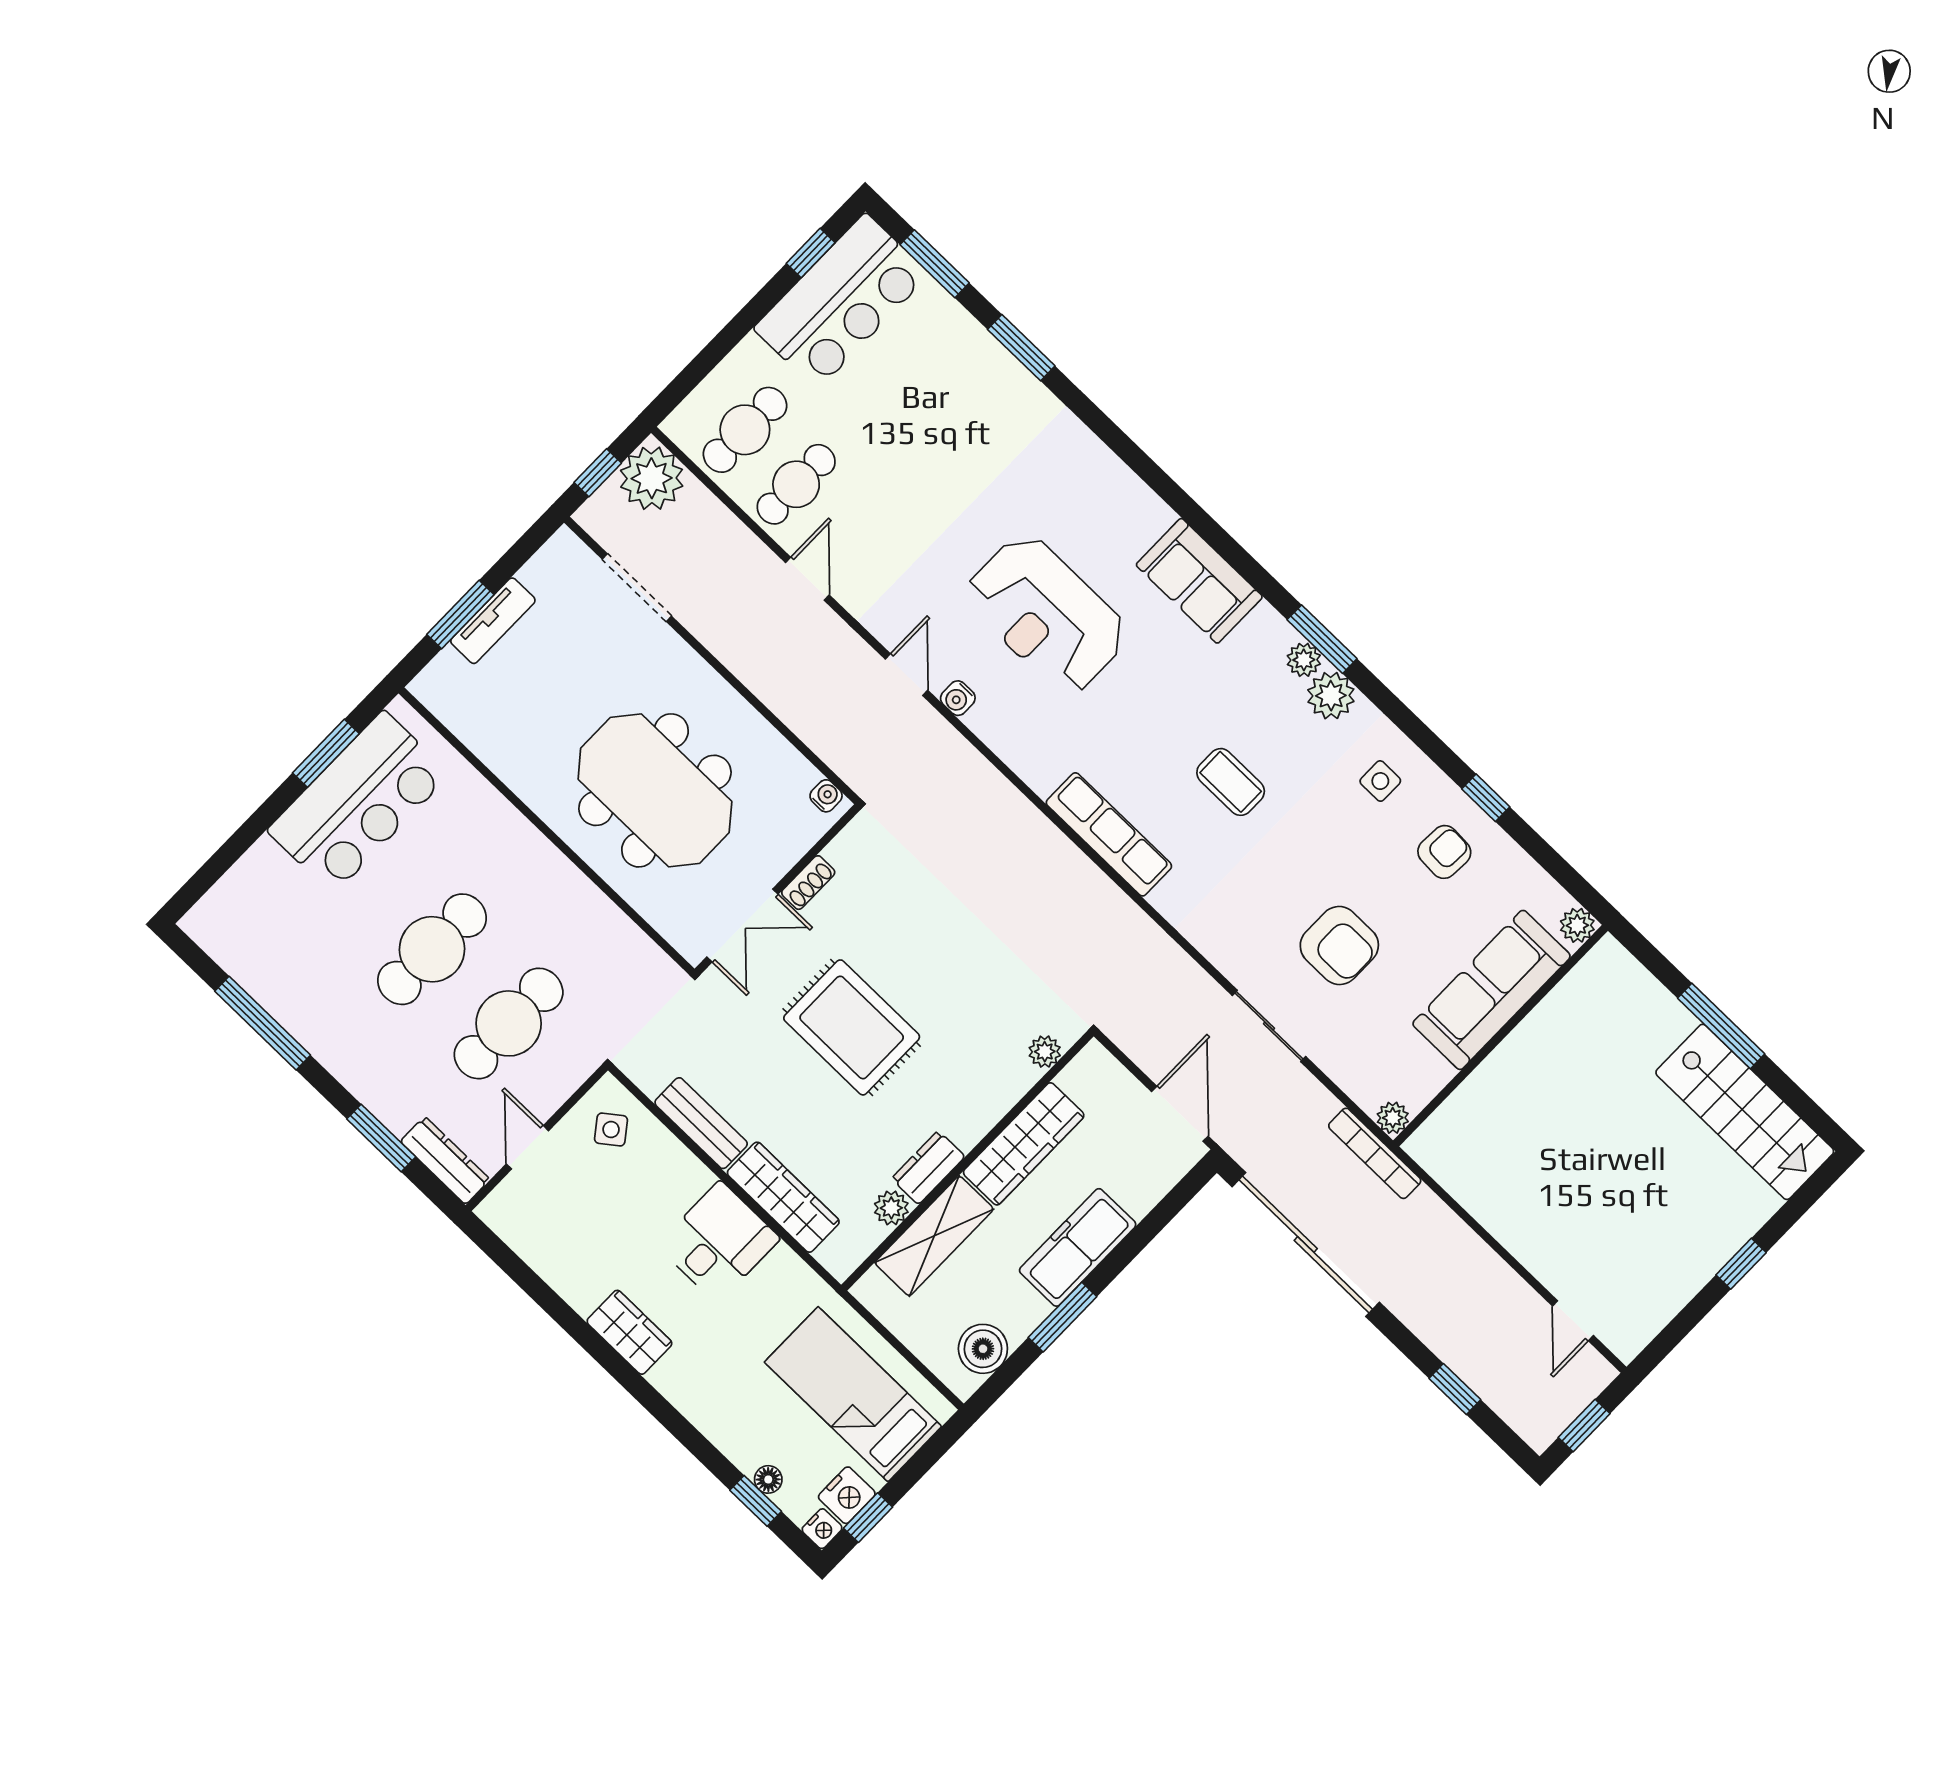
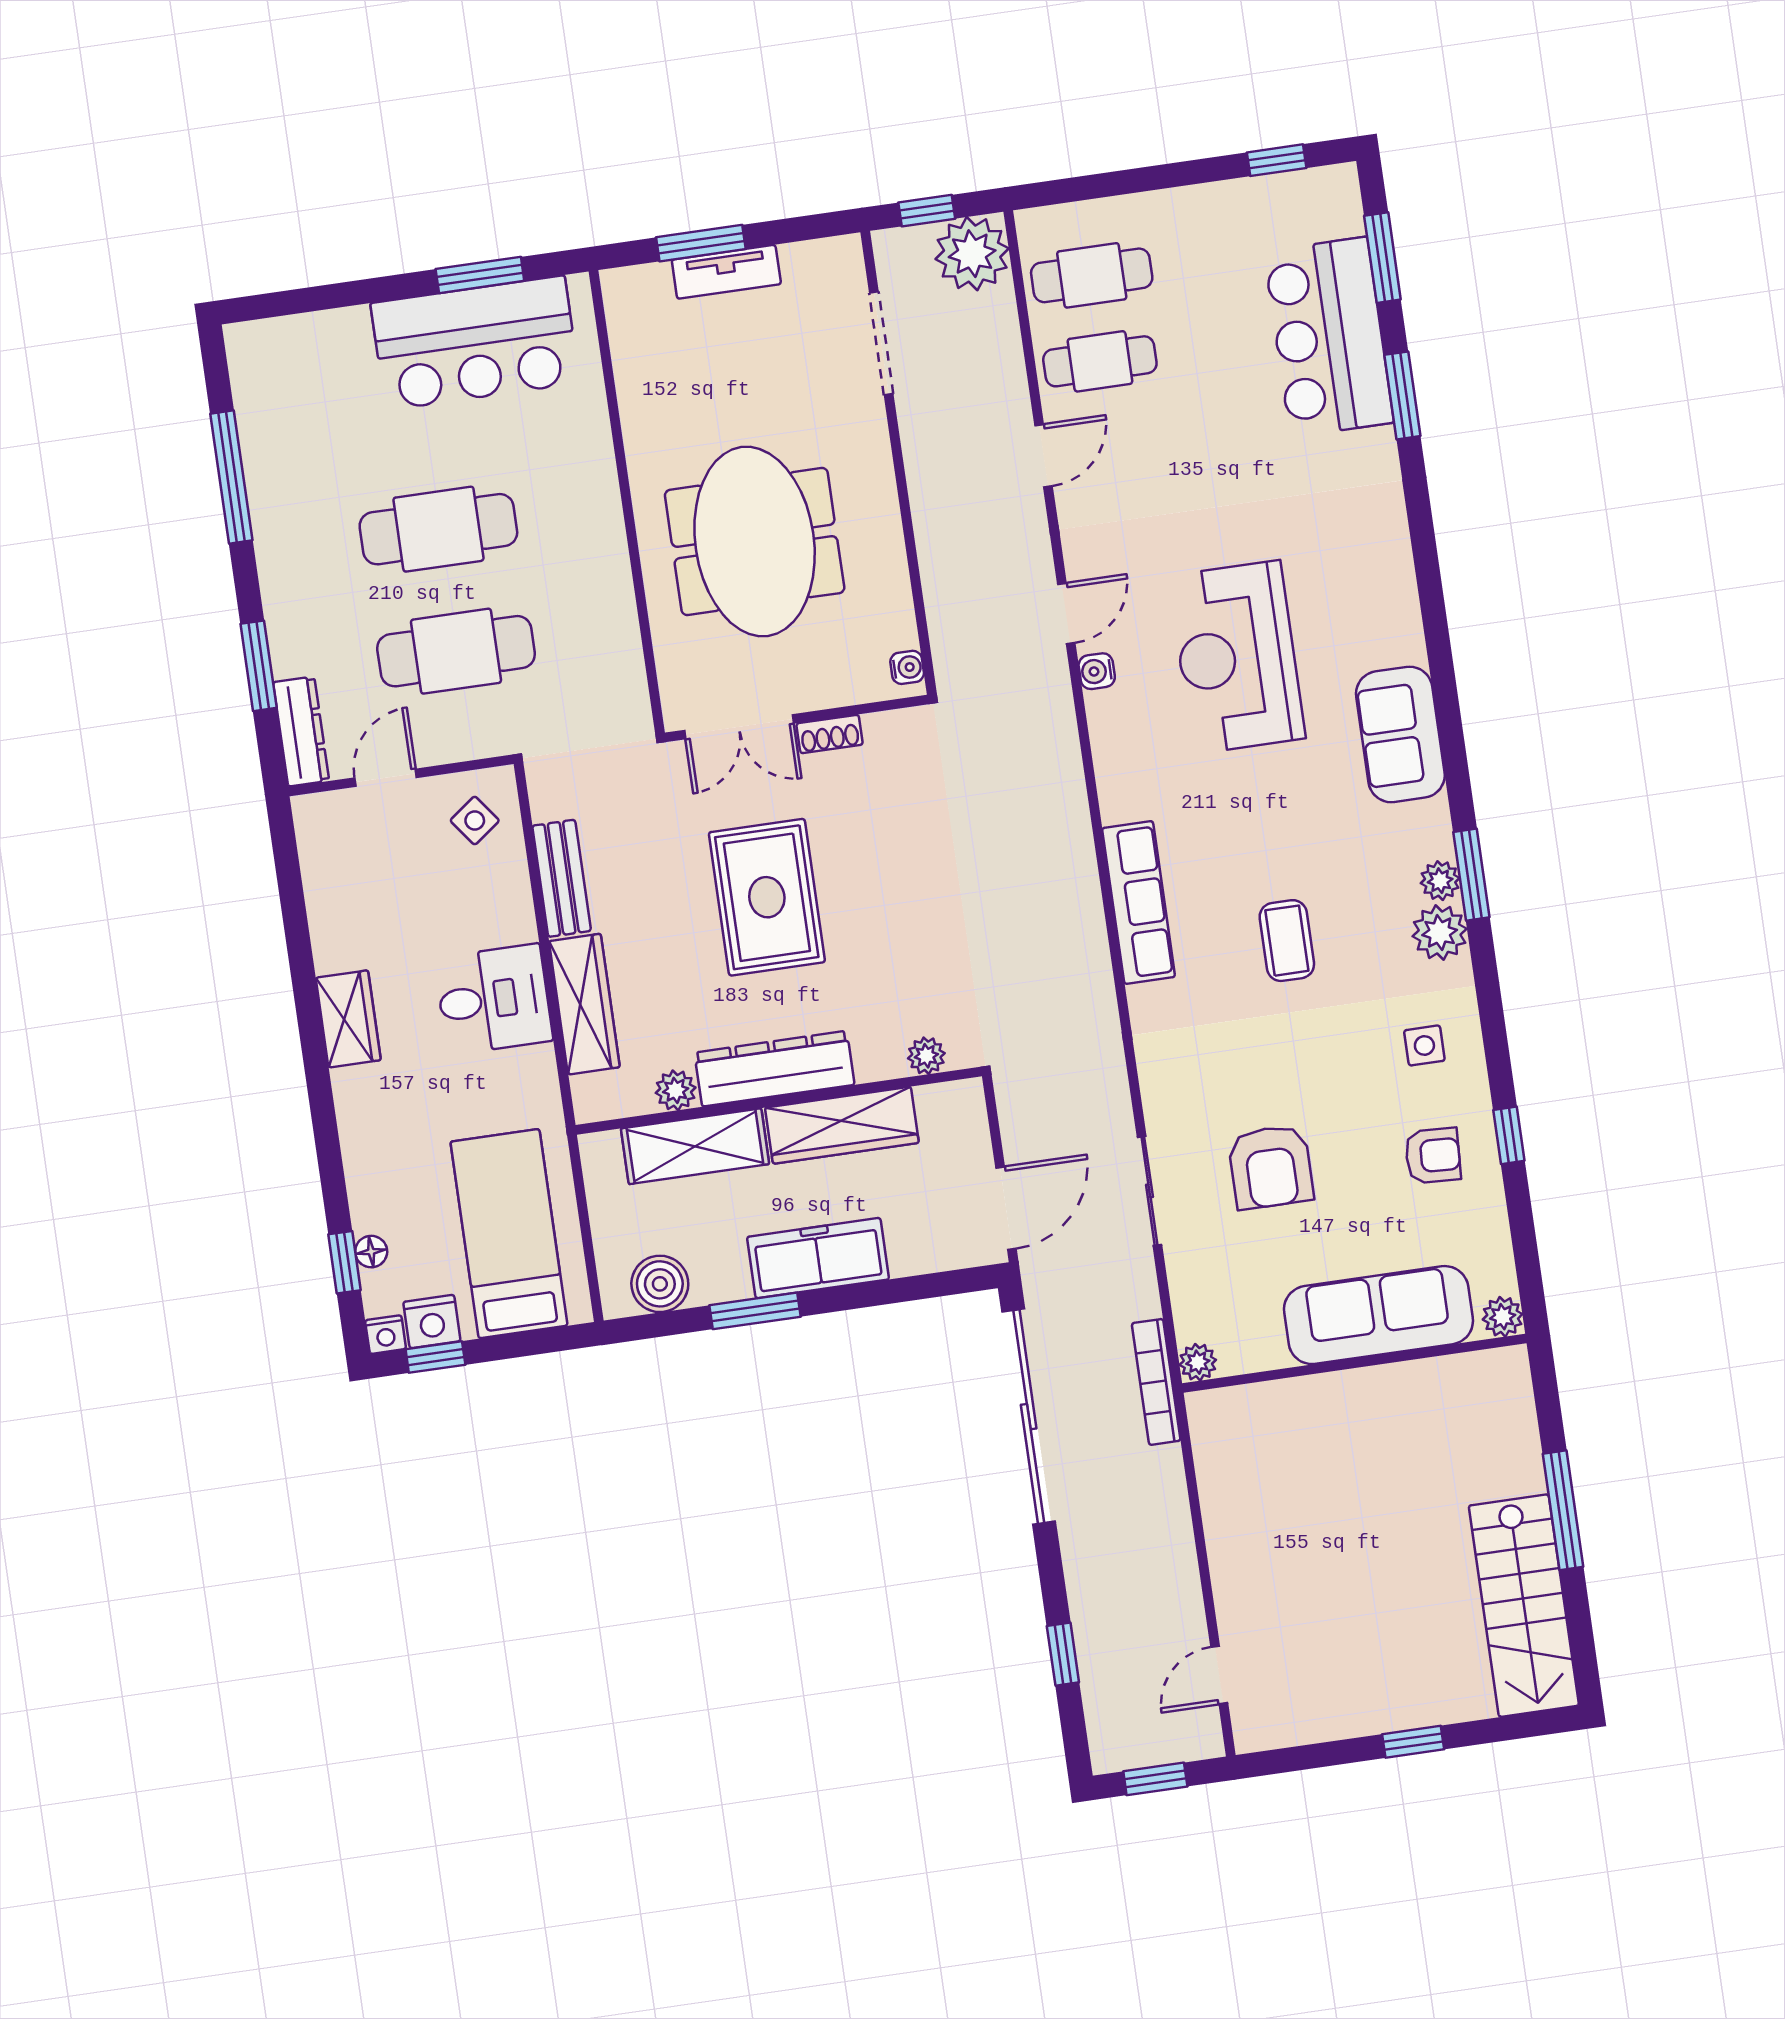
bar counter: (841, 301) -> (1329, 337), moved, turned 90
dresser: (928, 1168) -> (774, 1069), width x1.96, depth x1.24

